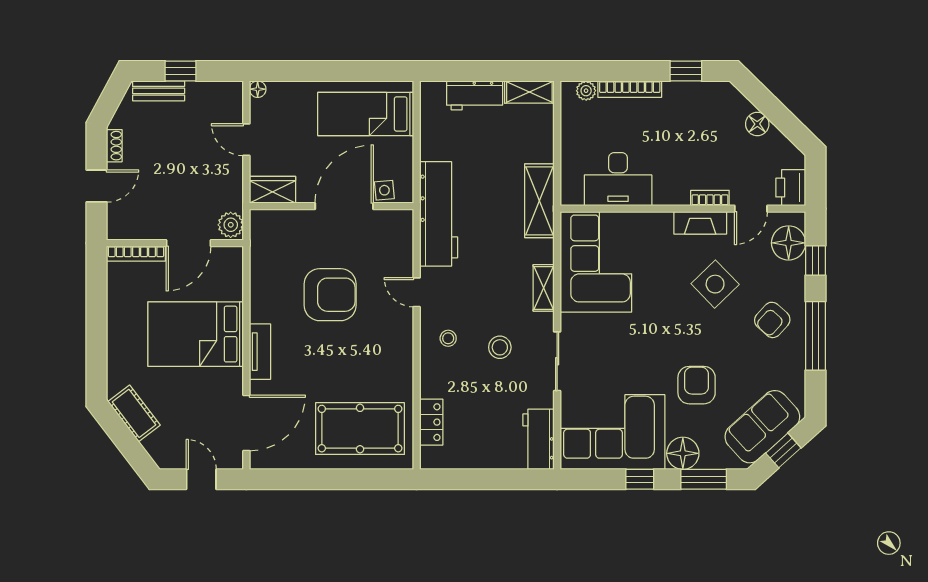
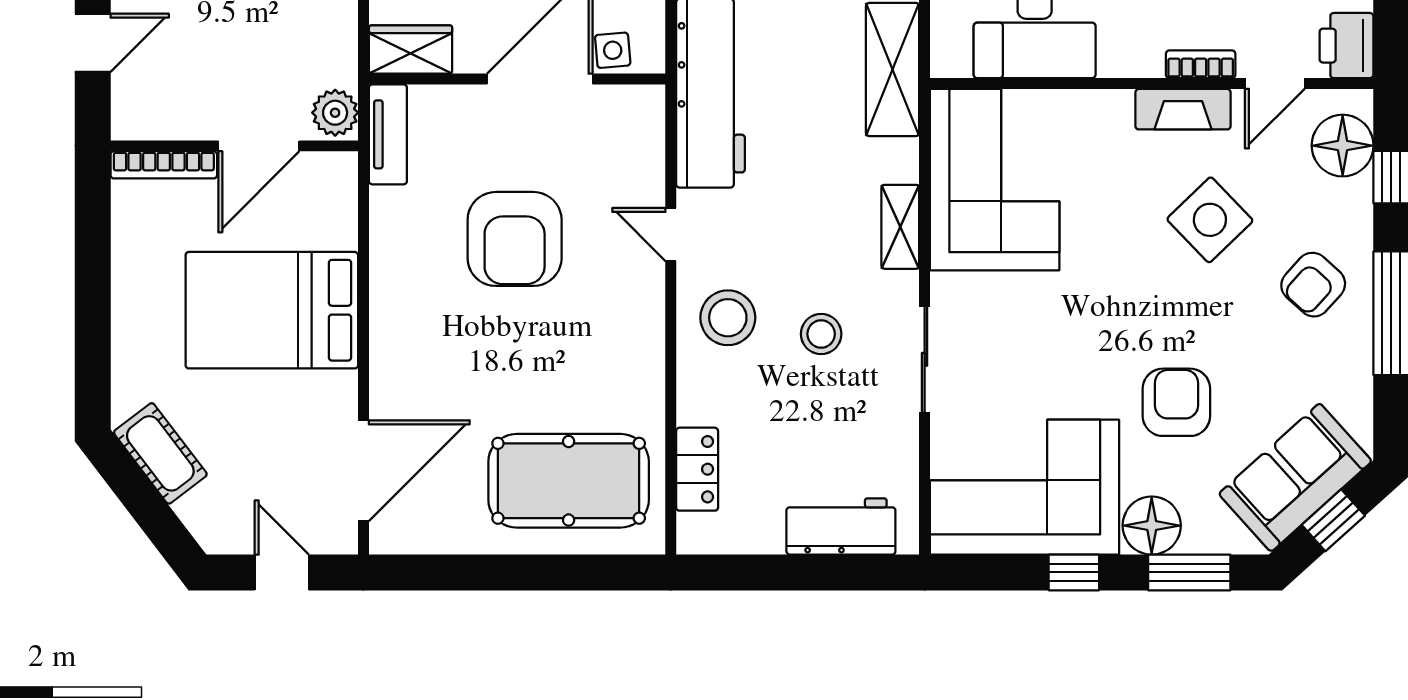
armchair: (330, 295) -> (515, 239), turned 90
stool: (448, 338) -> (728, 318), width x1.89, depth x1.89
tv unit: (260, 352) -> (388, 134), moved
workbench: (539, 439) -> (841, 526), moved, turned 90

